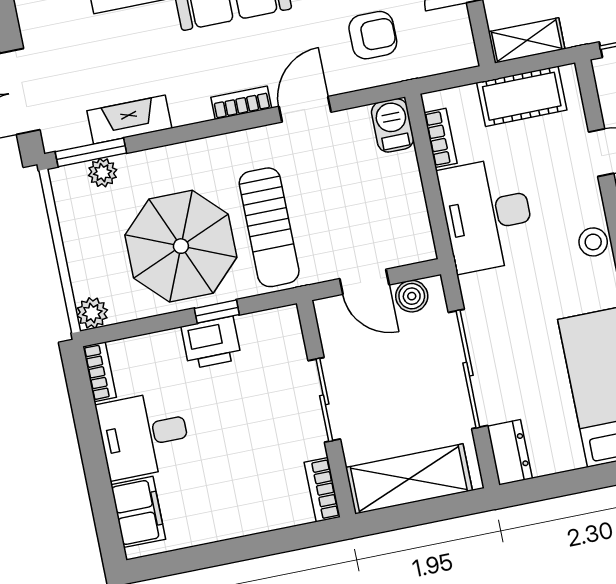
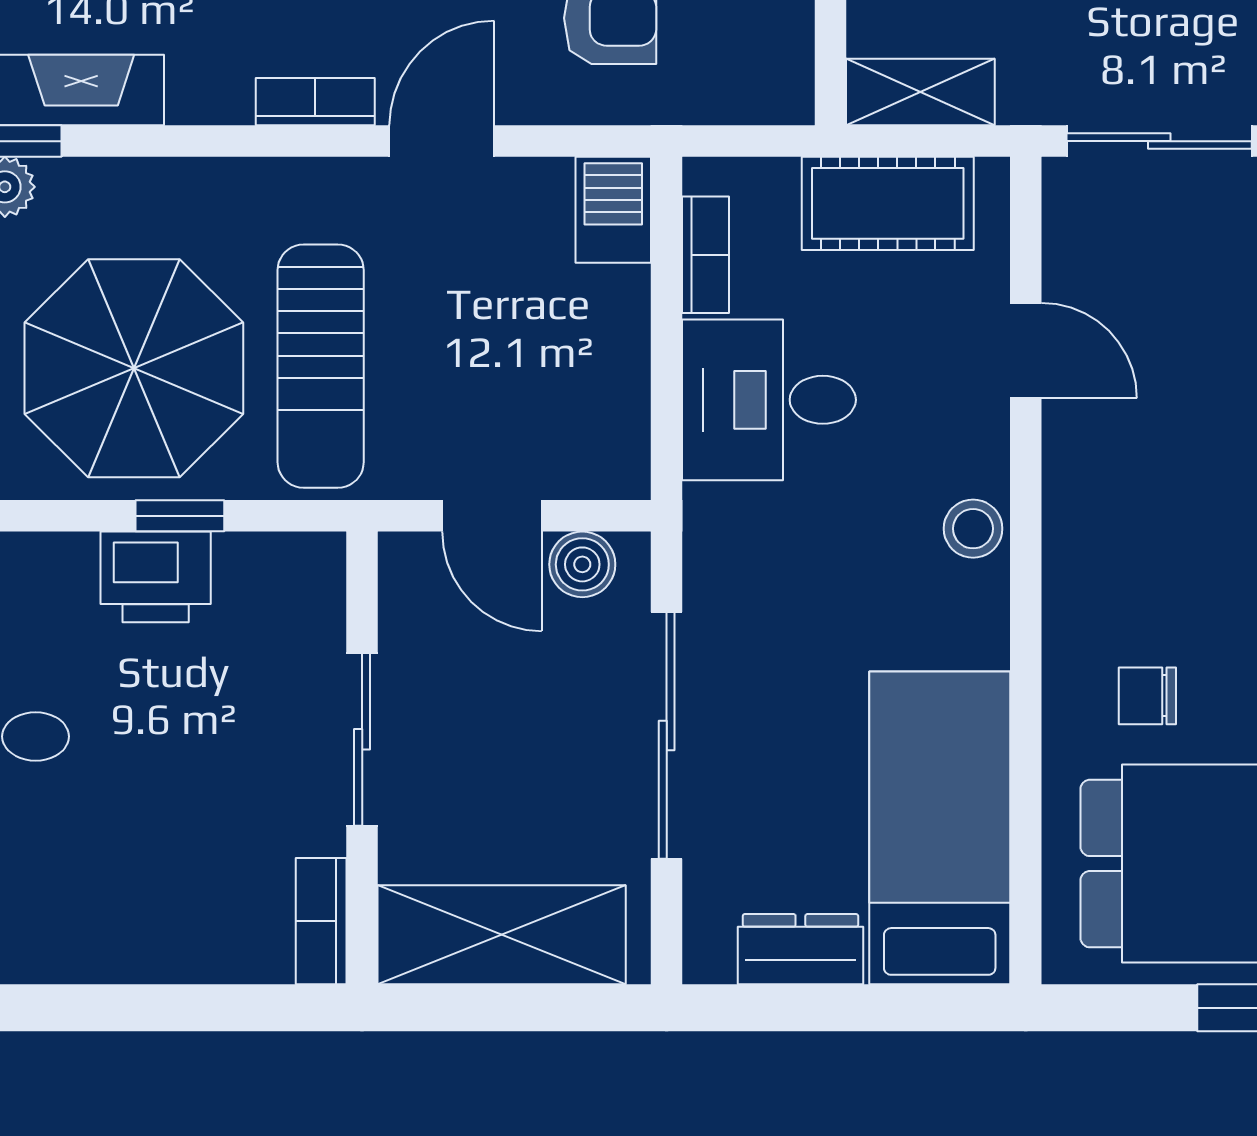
desk: (487, 215) -> (769, 400), width x0.73
dresser: (510, 452) -> (800, 949), moved, turned -90

